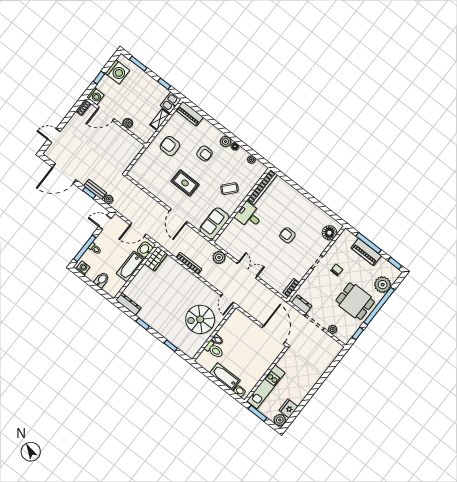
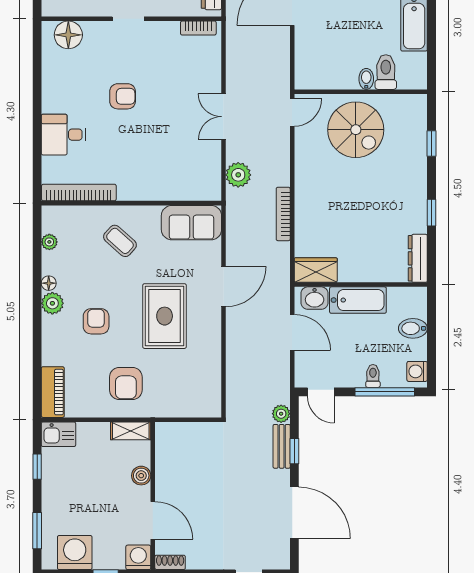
shelving: (160, 119) -> (131, 431), moved
rug: (185, 183) -> (165, 316), width x1.36, depth x1.43
desk: (249, 216) -> (63, 135), moved, turned 90
armchair: (287, 235) -> (123, 96), turned -90

